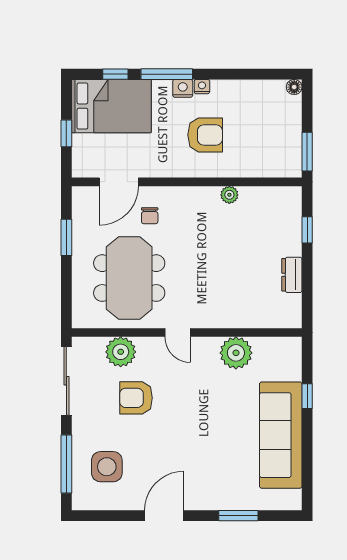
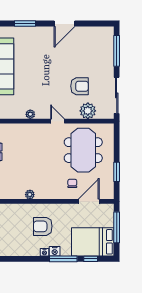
window: (66, 133) -> (117, 227), width x2.17
plant: (236, 353) -> (30, 114), width x0.53, depth x0.53
side table: (107, 467) -> (95, 50), removed

